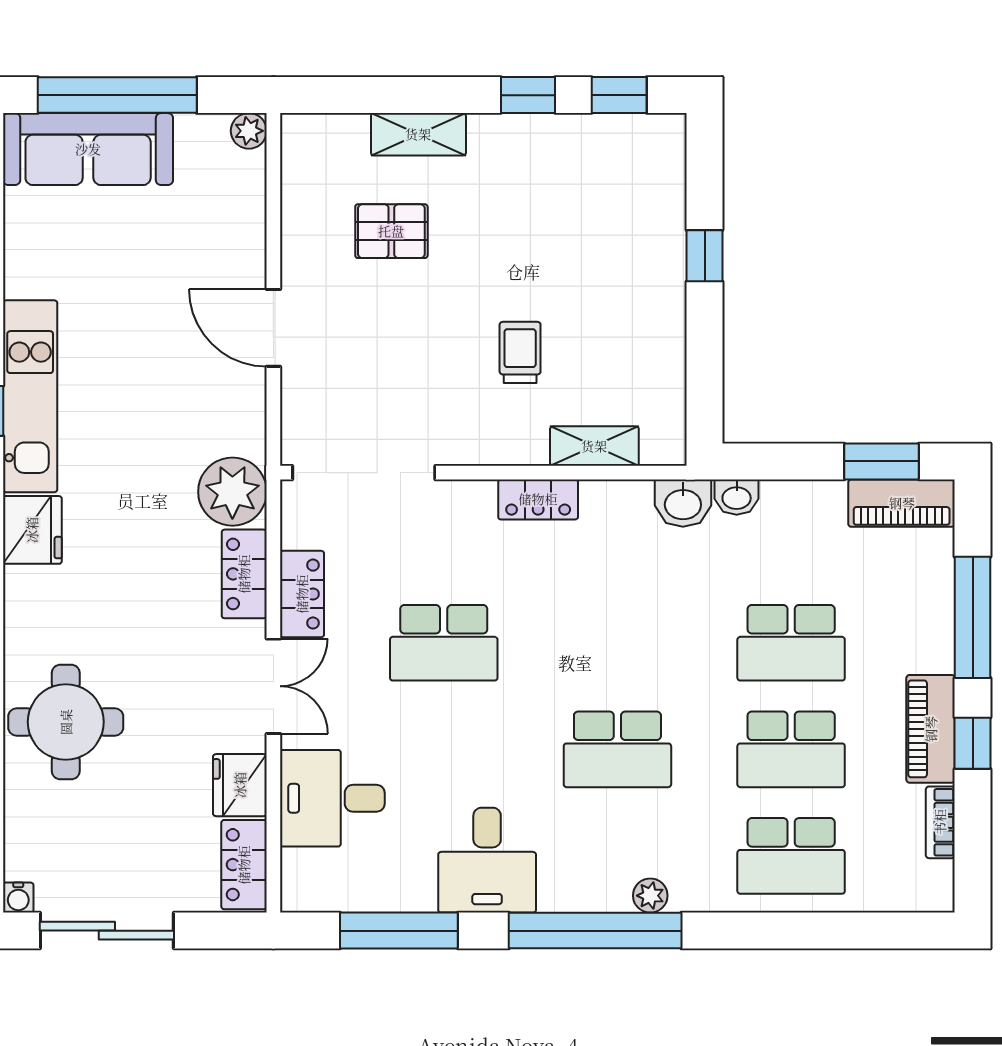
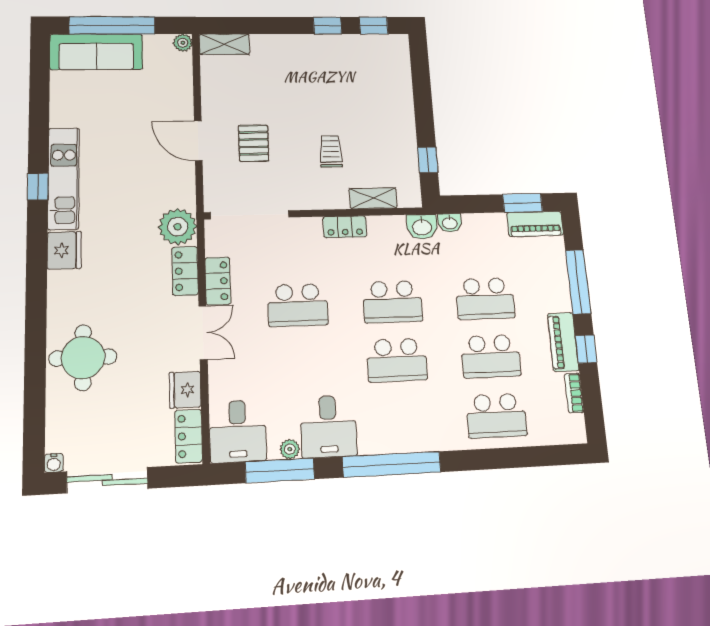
shelving: (418, 134) -> (224, 44), moved
pallet: (391, 231) -> (254, 143), moved, turned 90
window: (705, 256) -> (428, 160), moved
school desk: (617, 643) -> (393, 302), added
desk: (332, 798) -> (238, 431), moved, turned -90
plant: (650, 896) -> (290, 449), moved

